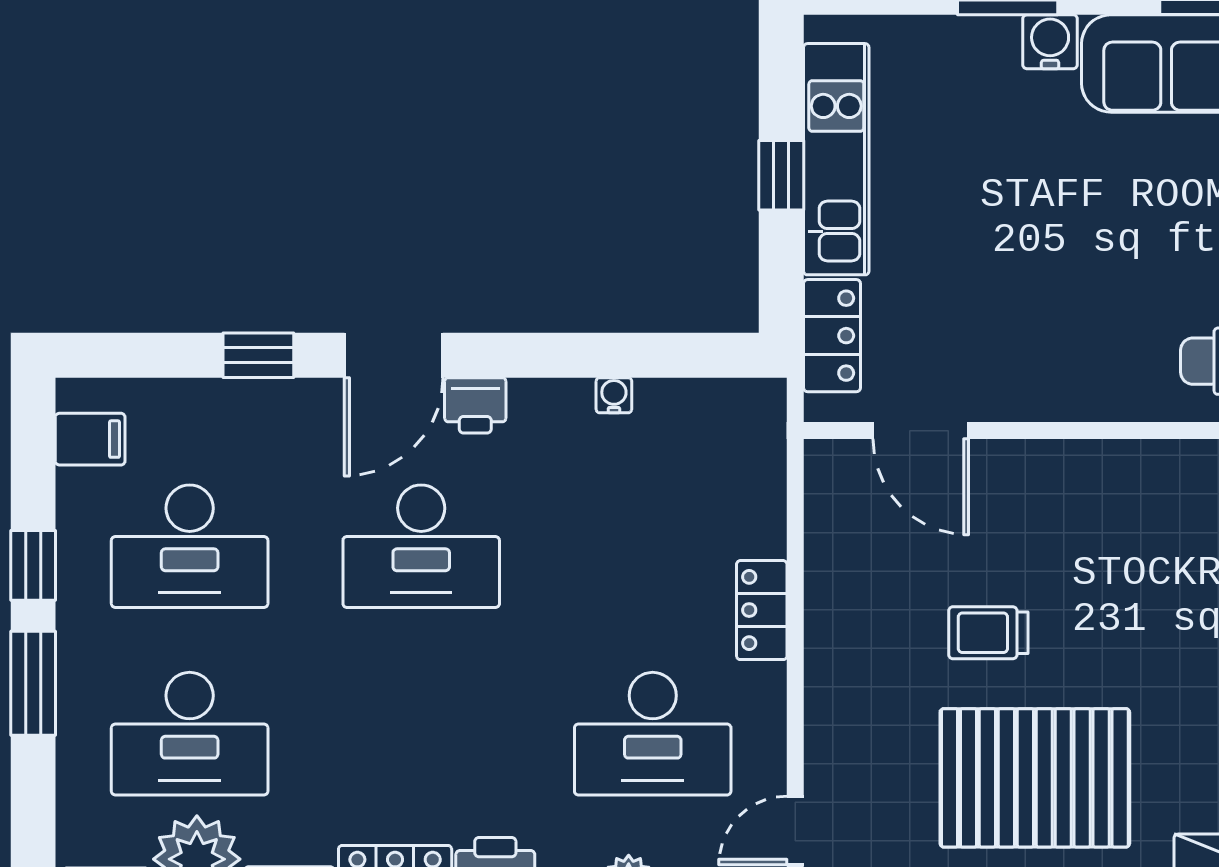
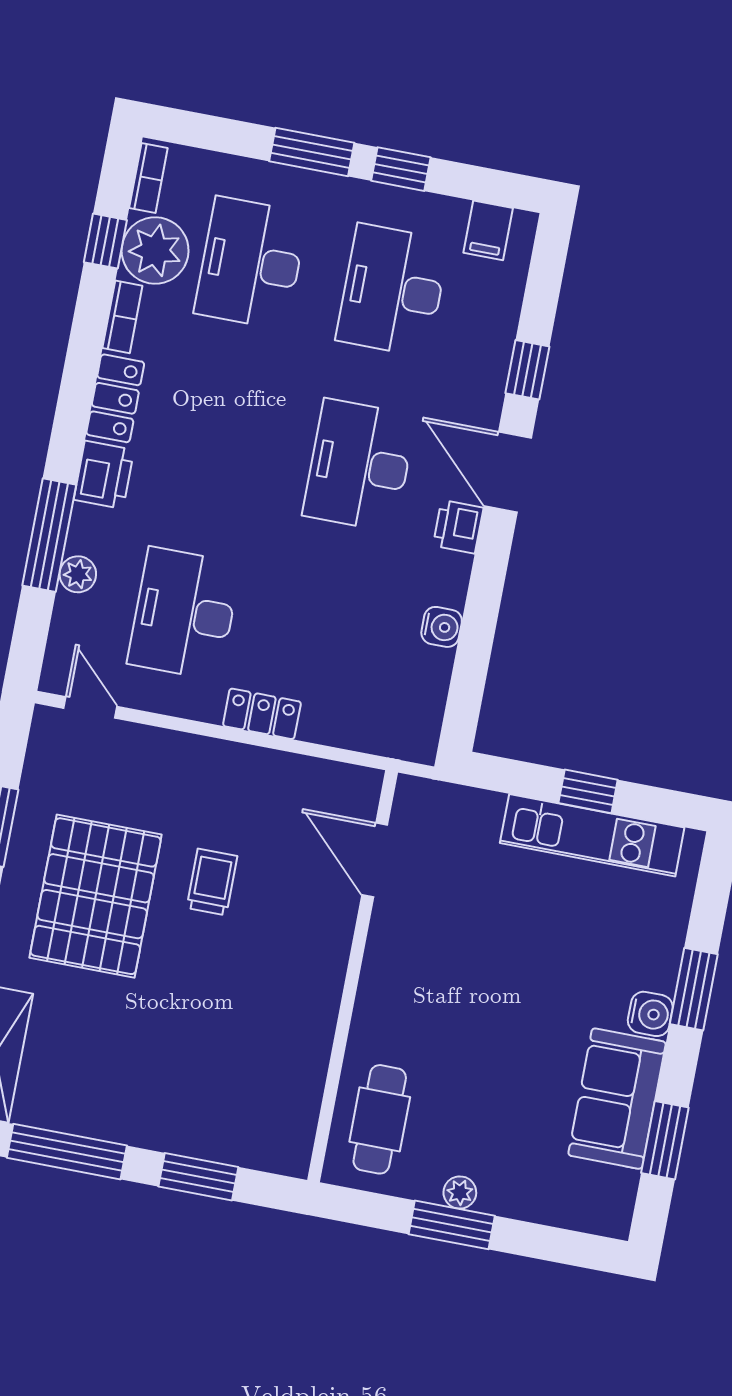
locker: (832, 336) -> (459, 807), removed
water cooler: (614, 395) -> (442, 627), width x1.38, depth x1.38
door: (921, 431) -> (375, 860), hinge flipped

